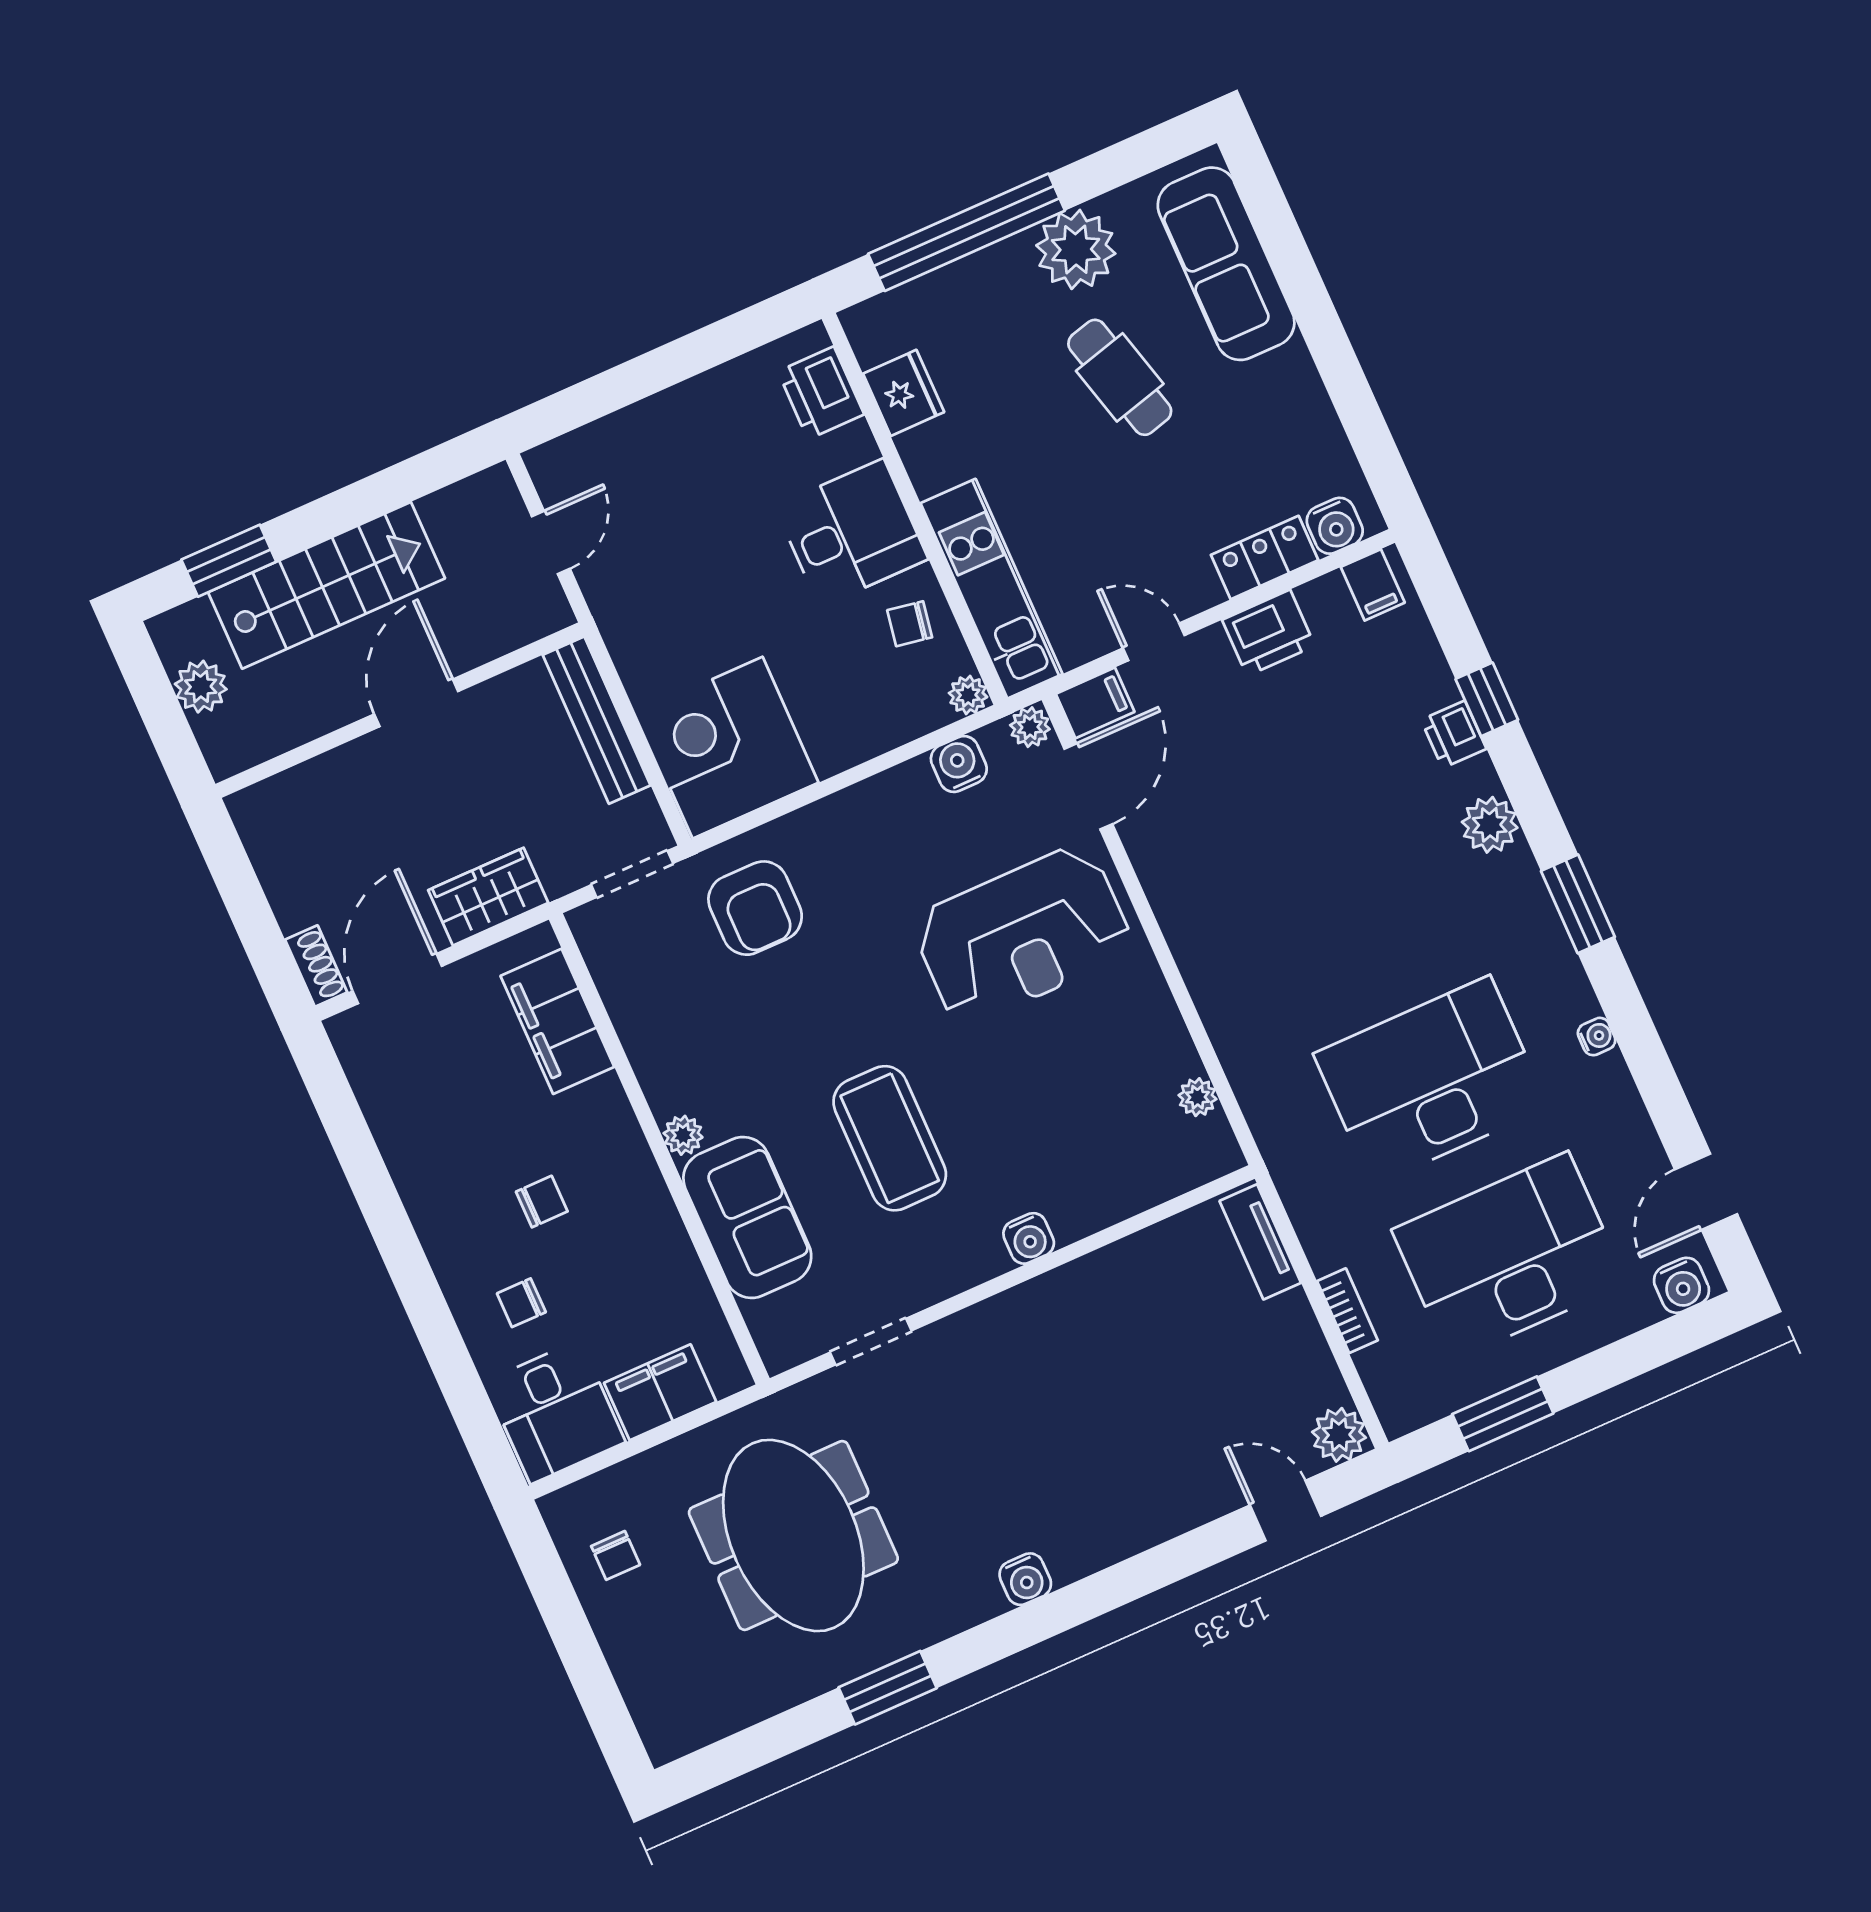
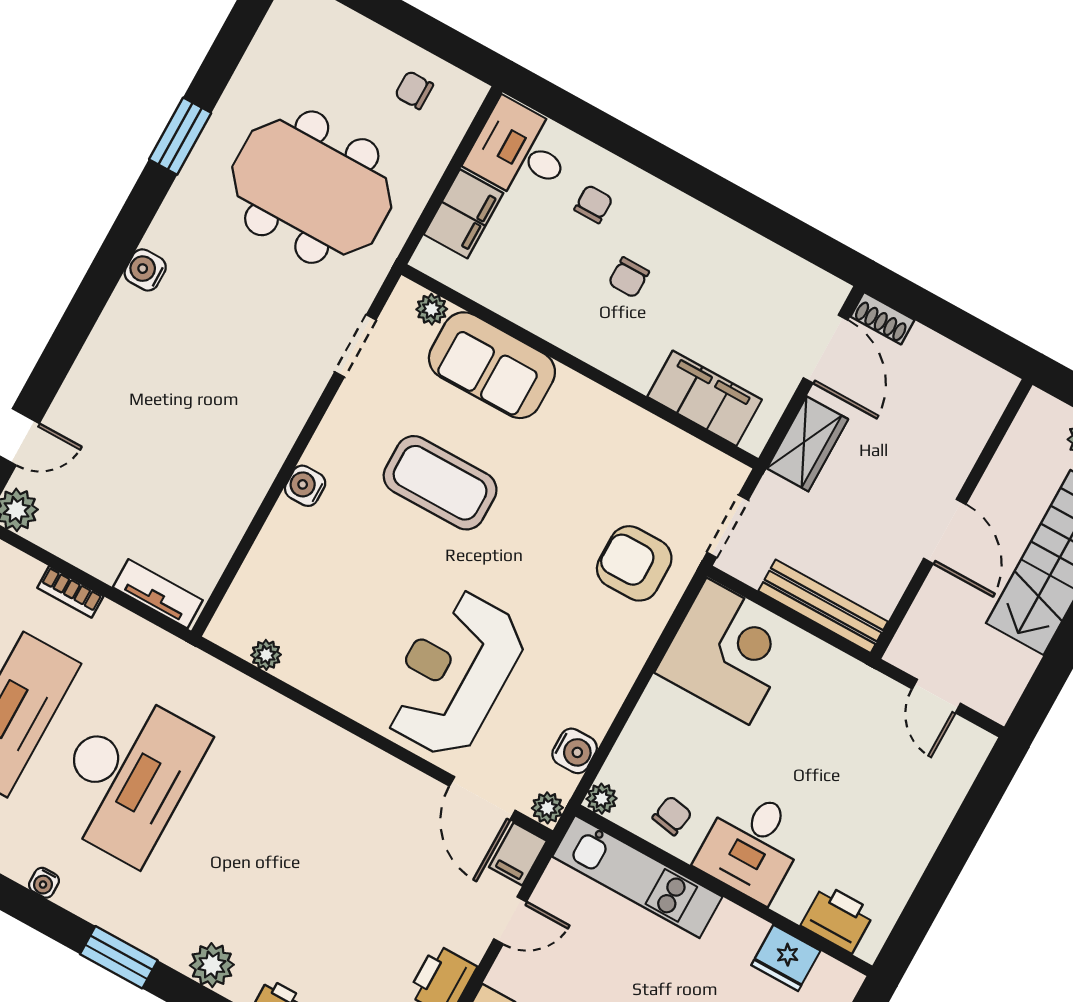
plant: (683, 1135) -> (432, 309), moved

